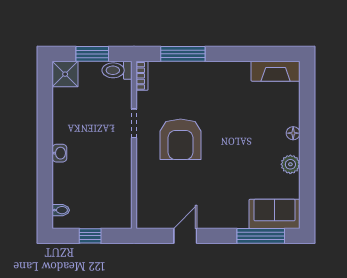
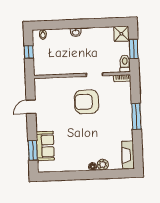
window: (183, 54) -> (136, 116), moved
plant: (290, 164) -> (103, 165), moved
sofa: (275, 214) -> (45, 146), moved
door: (185, 236) -> (31, 107), swing flipped
window: (261, 236) -> (33, 150), width x0.69

